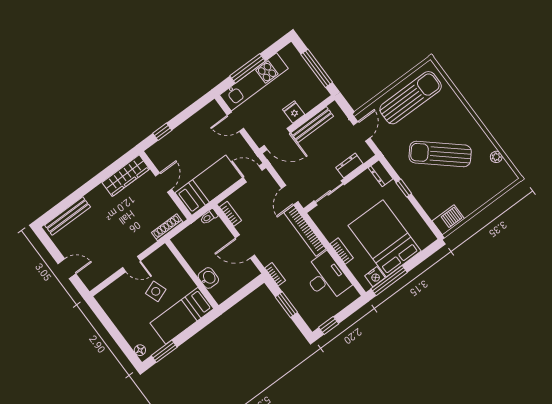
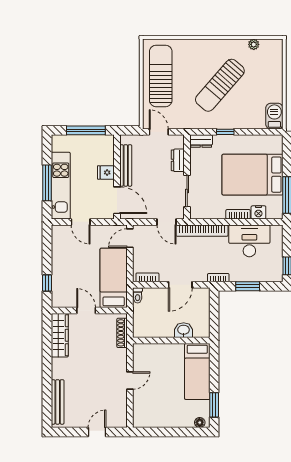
door: (235, 122) -> (81, 222), hinge flipped
door: (277, 139) -> (117, 200), hinge flipped
nightstand: (375, 277) -> (258, 212), moved, turned 90
side table: (156, 291) -> (164, 377), removed

